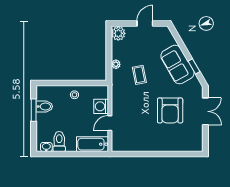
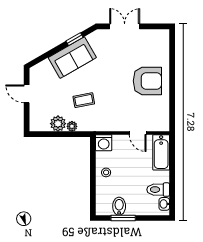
plant: (118, 33) -> (58, 124), moved
washing machine: (101, 106) -> (104, 143), moved
armchair: (170, 110) -> (147, 81), moved

